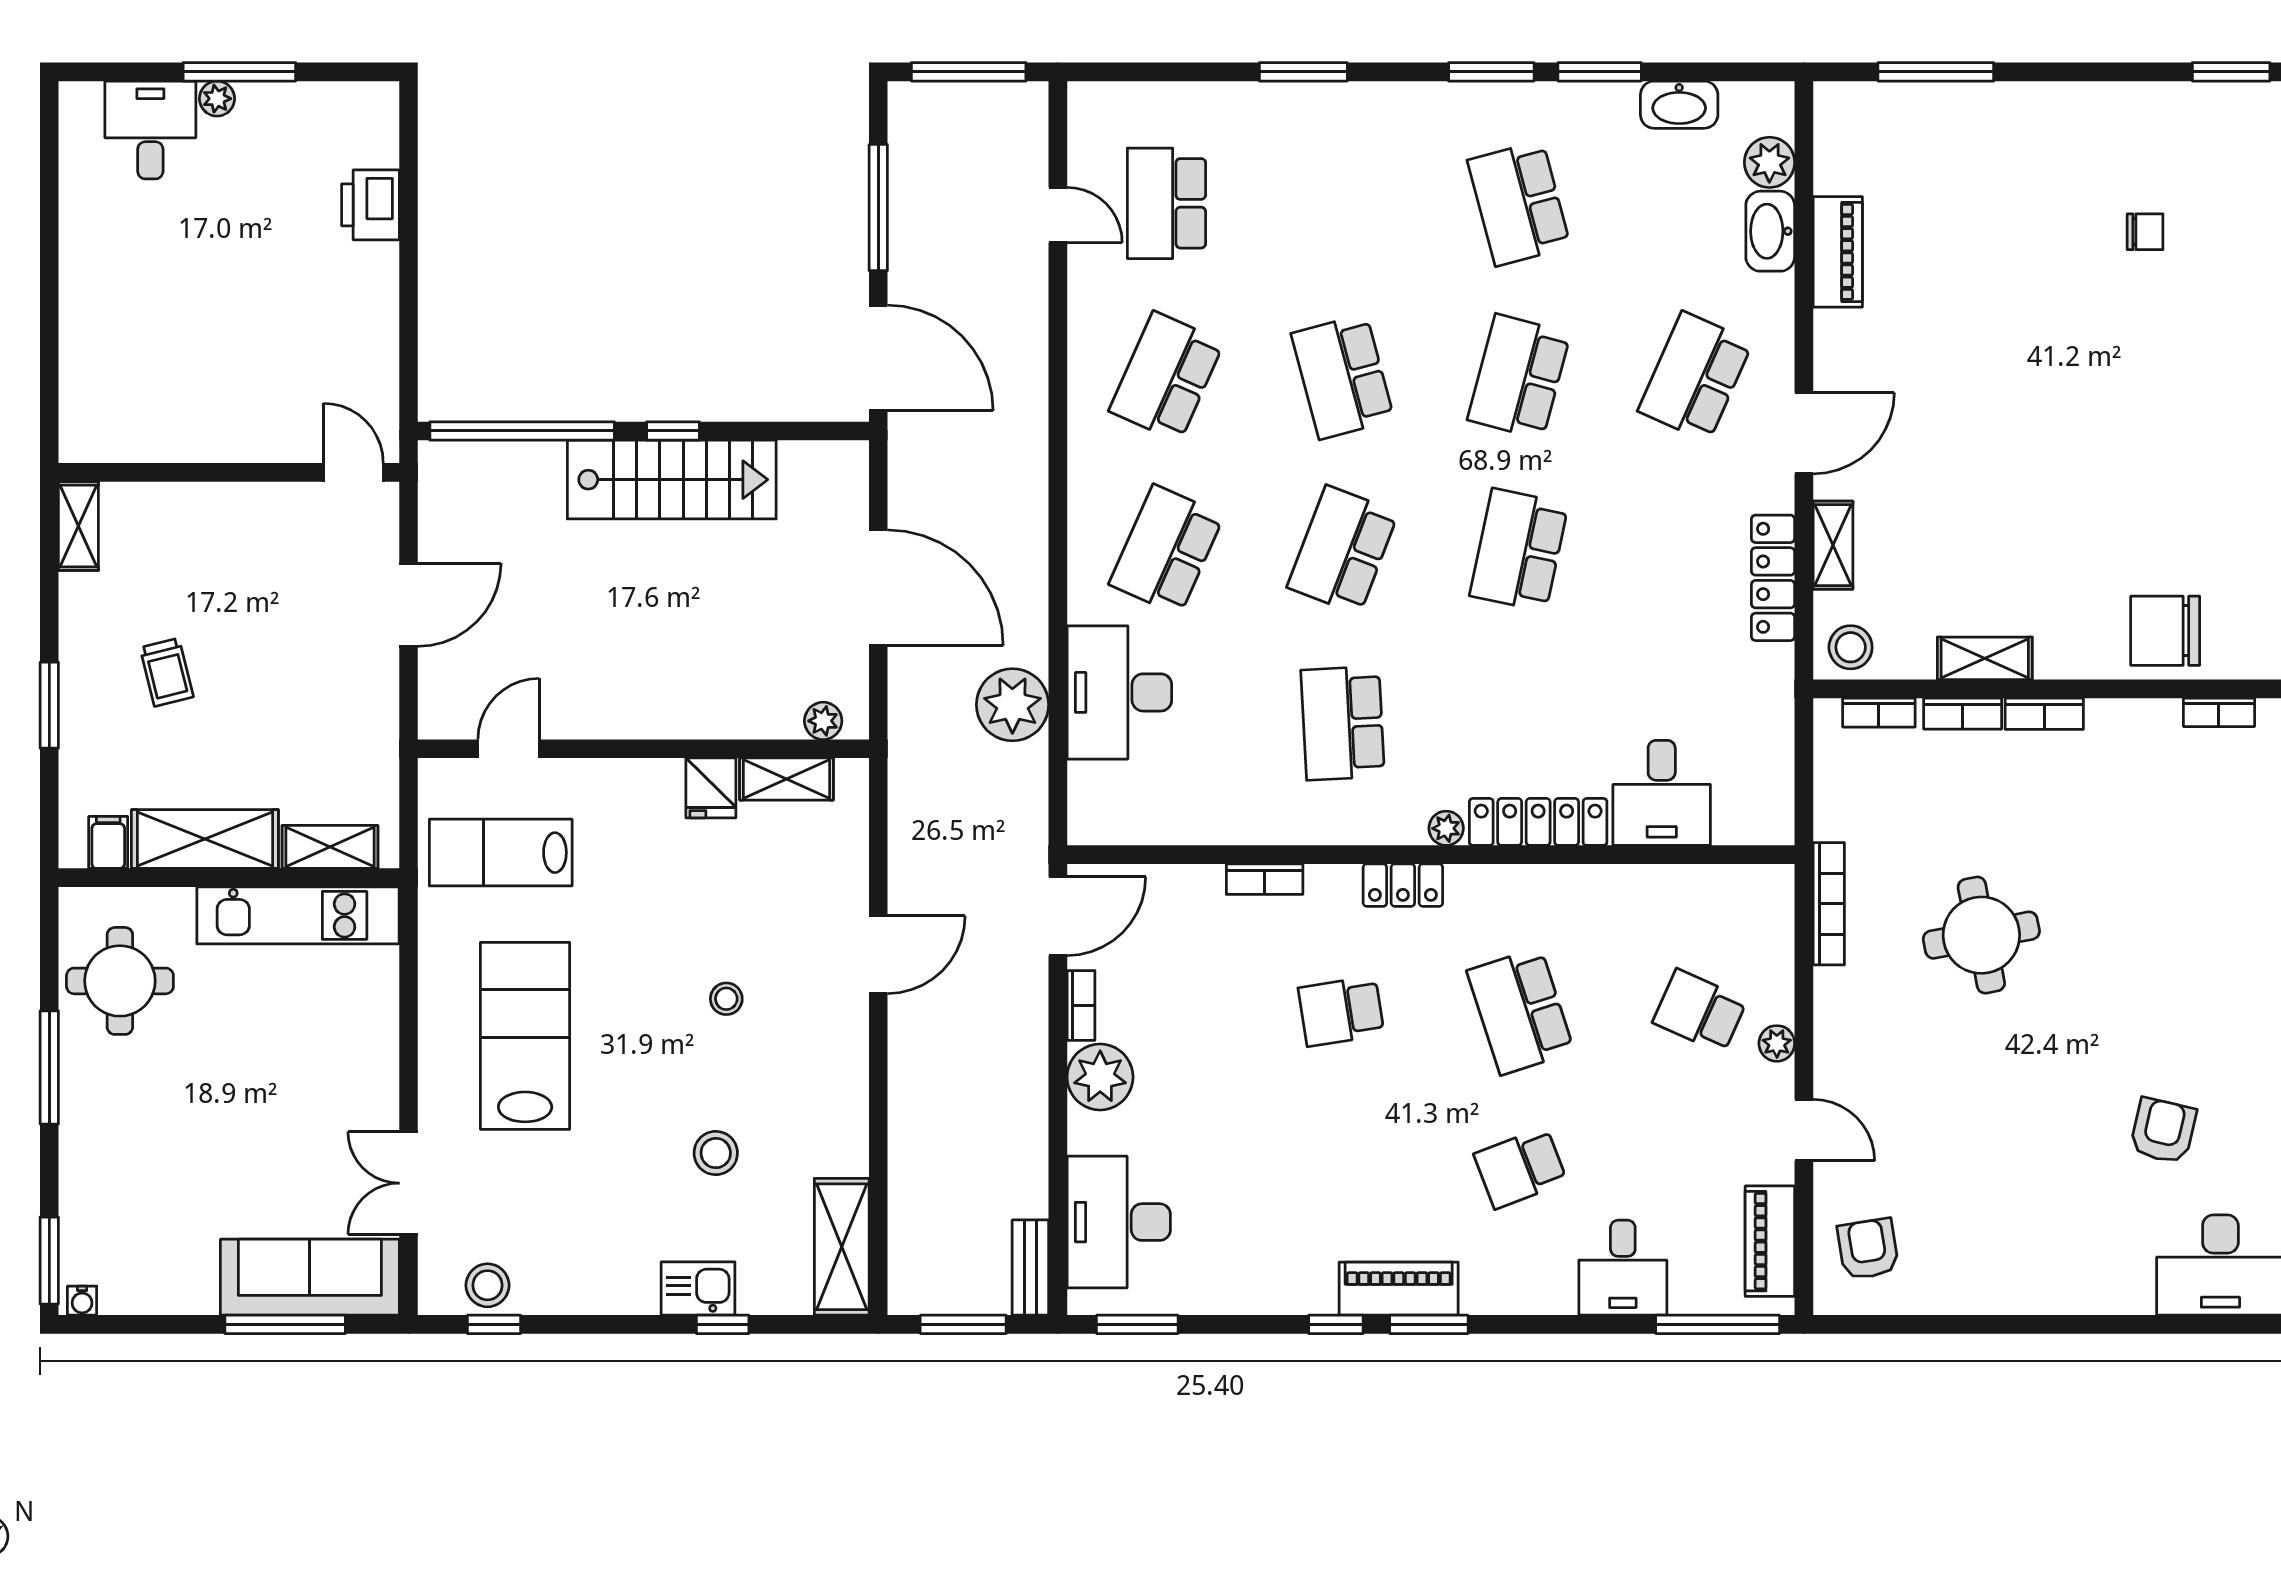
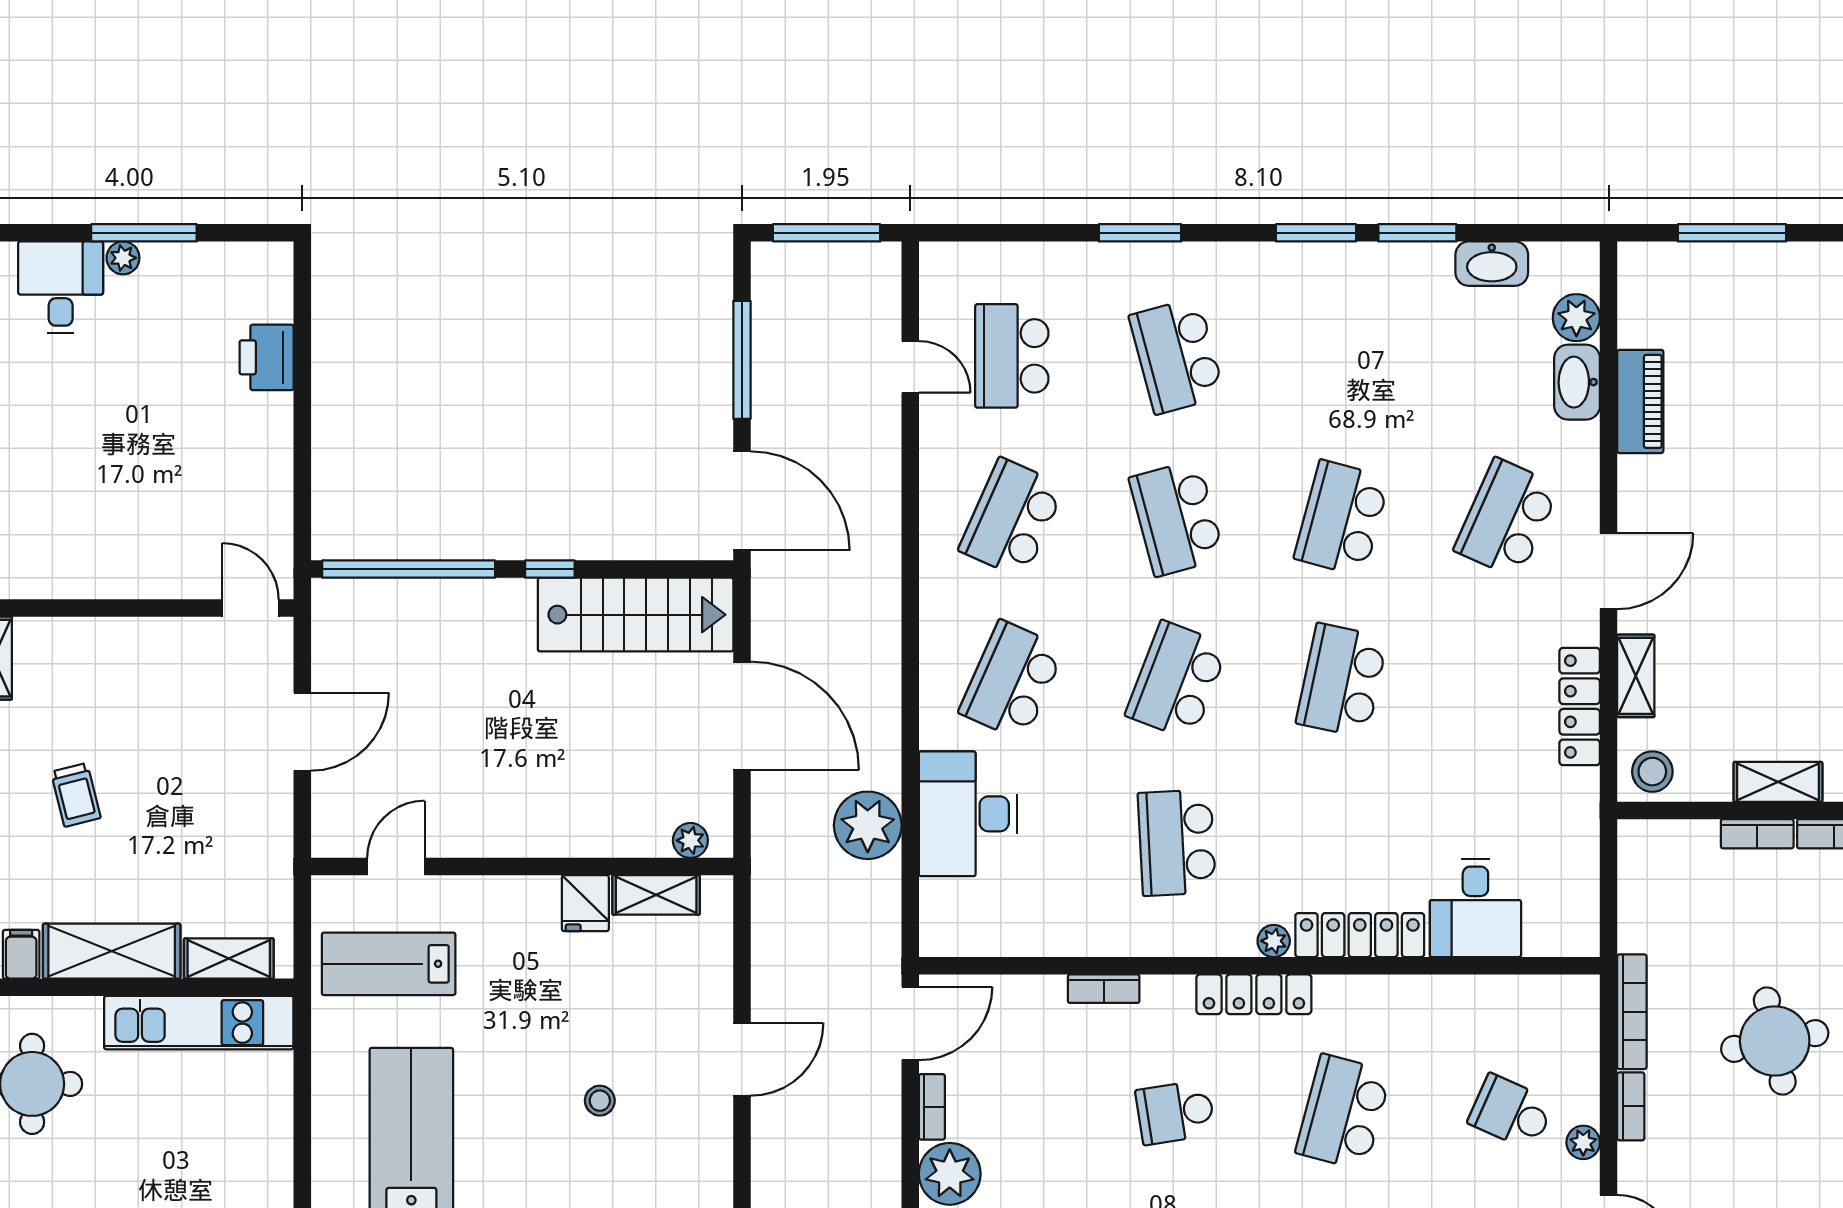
school desk: (1519, 203) -> (1177, 356), moved
stairs: (672, 480) -> (636, 615), moved
bookcase: (1879, 713) -> (1631, 1106), moved, turned -90
locker: (1403, 885) -> (1254, 994), width x1.53
school desk: (1521, 1011) -> (1343, 1112), turned 33

